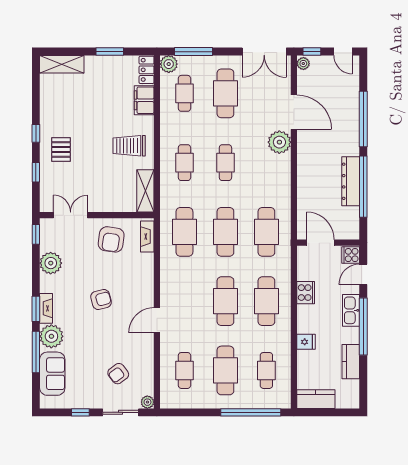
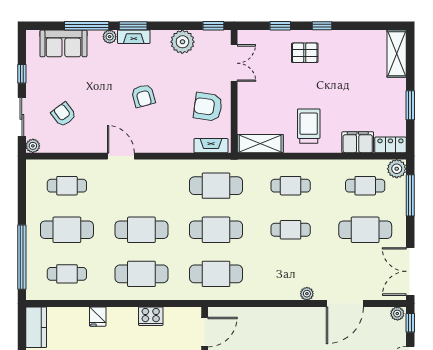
plant: (279, 142) -> (307, 294), width x0.53, depth x0.53
plant: (51, 336) -> (110, 37), width x0.53, depth x0.53

